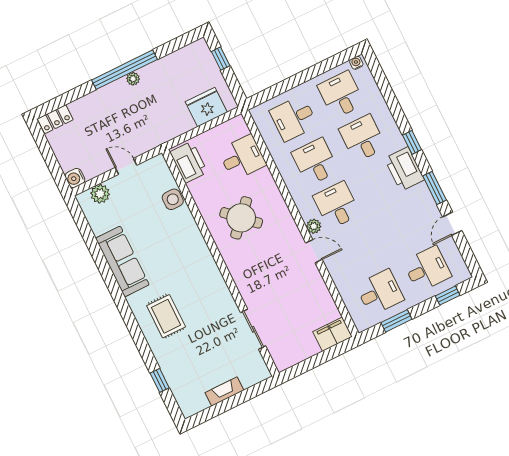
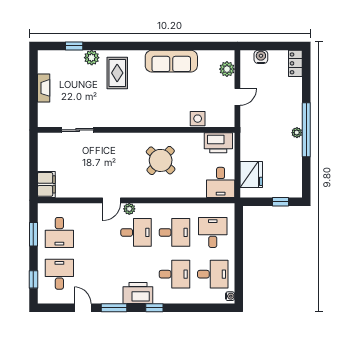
desk: (242, 158) -> (221, 182), moved
water cooler: (75, 178) -> (261, 57), moved
desk: (427, 269) -> (59, 274), turned 180
rug: (166, 316) -> (117, 73), turned 90
plant: (163, 354) -> (92, 58), added

